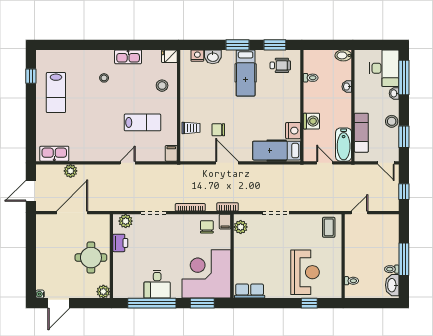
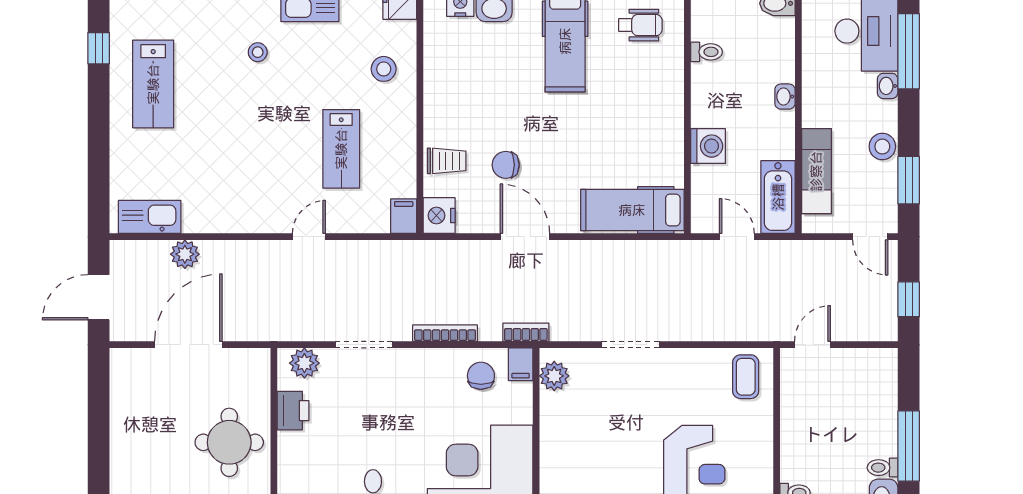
washbasin: (347, 87) -> (785, 97), moved
lab bench: (143, 122) -> (341, 149), turned 90
nightstand: (293, 131) -> (439, 216), moved, turned 180

